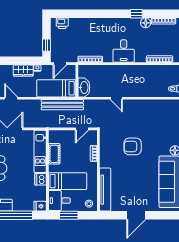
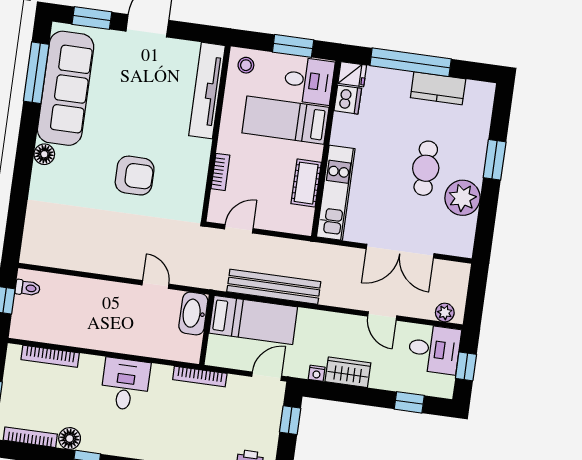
wall: (77, 81) -> (207, 330), moved
washbasin: (84, 87) -> (193, 313), moved
bed: (56, 88) -> (253, 320), moved
dishwasher: (41, 179) -> (348, 100), moved
window: (162, 215) -> (92, 18), added

